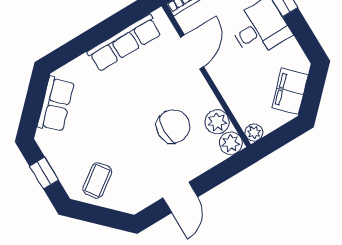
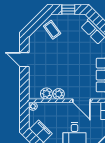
chair: (173, 126) -> (56, 74), removed
plant: (231, 143) -> (59, 94), moved

